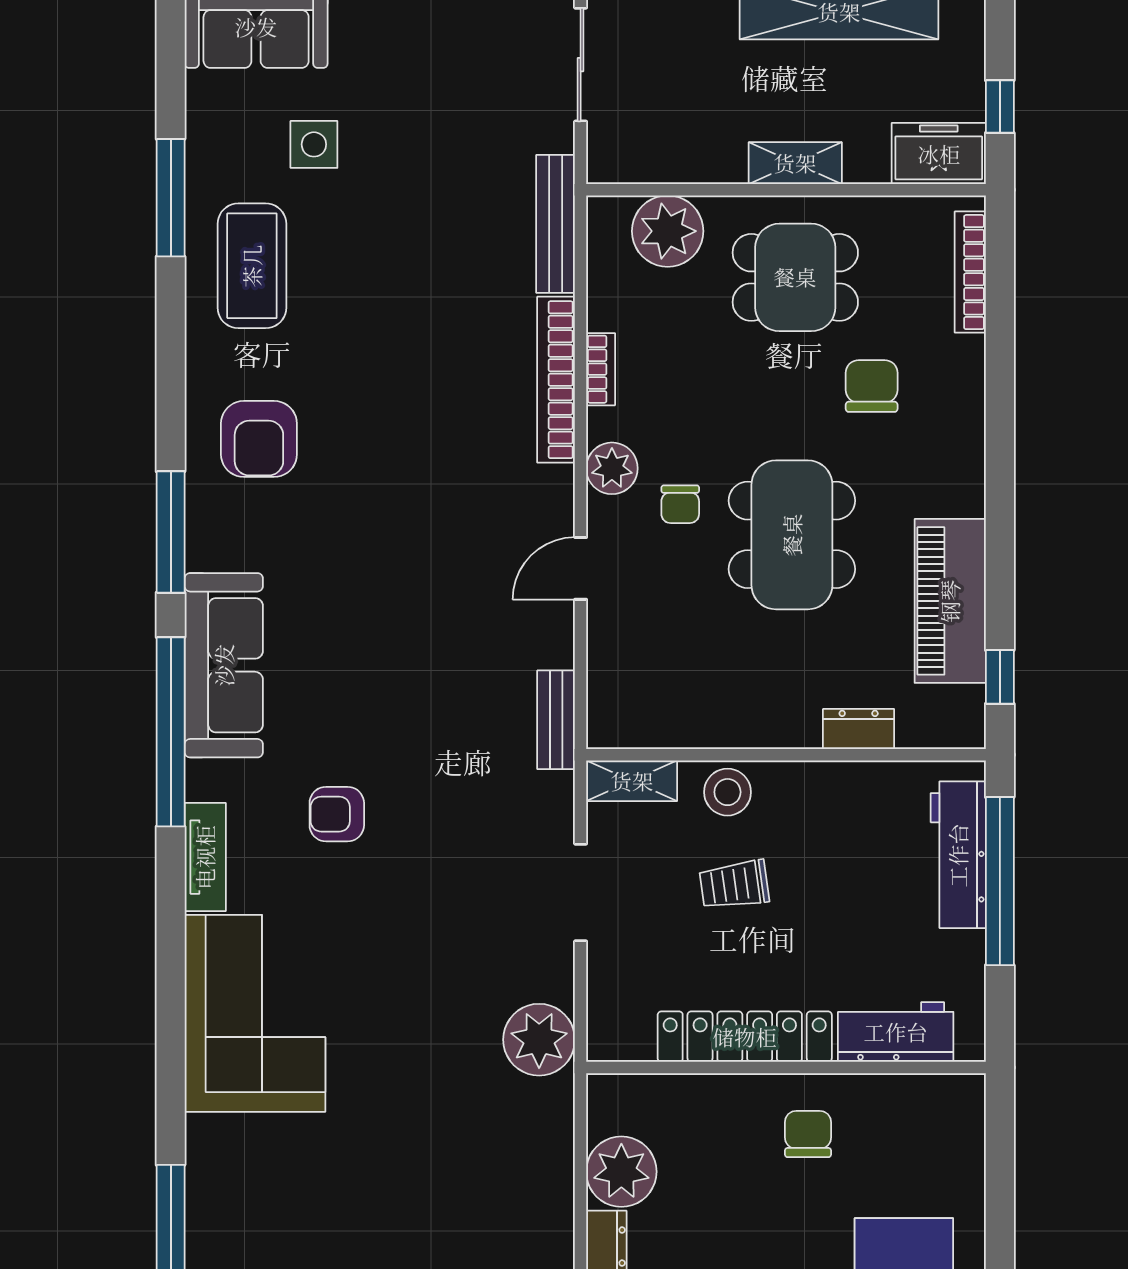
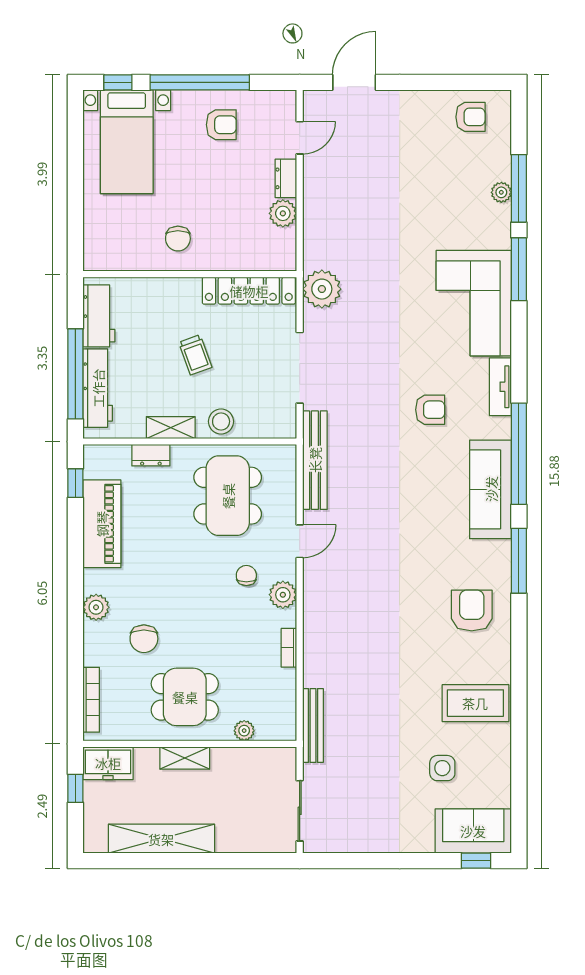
window: (171, 198) -> (519, 269), moved
plant: (668, 231) -> (244, 731), width x0.53, depth x0.53
coffee table: (252, 266) -> (475, 703), turned 90
bookcase: (556, 380) -> (313, 642), removed
plant: (961, 445) -> (96, 607), added
dining table: (792, 535) -> (228, 496), moved
bench: (556, 720) -> (315, 460), width x1.86, depth x1.21
shelving: (632, 781) -> (171, 428), moved
trolley: (734, 885) -> (195, 355), moved, turned 78
doorway: (581, 893) -> (300, 368), width x1.36
workbench: (896, 1032) -> (99, 316), moved, turned -90
locker: (745, 1037) -> (249, 291), moved
plant: (621, 1172) -> (283, 213), width x0.73, depth x0.73
plant: (204, 1220) -> (501, 192), added

